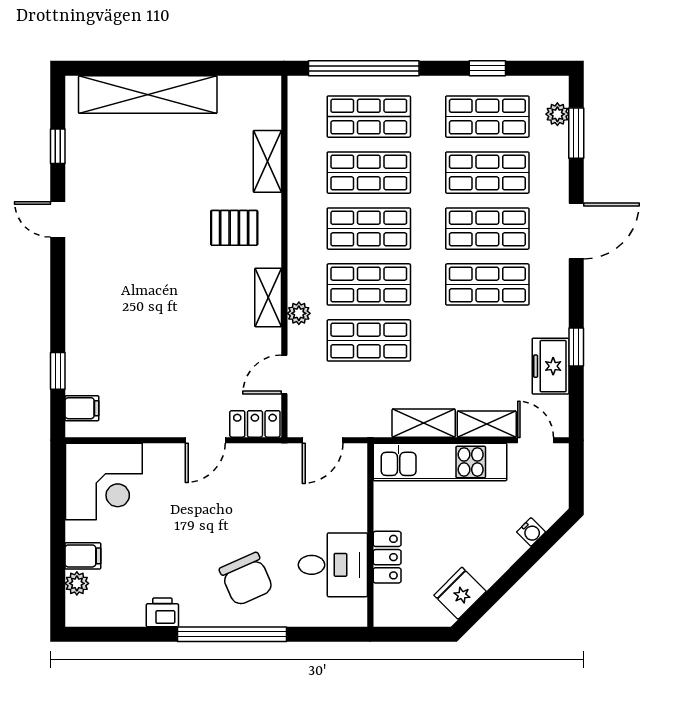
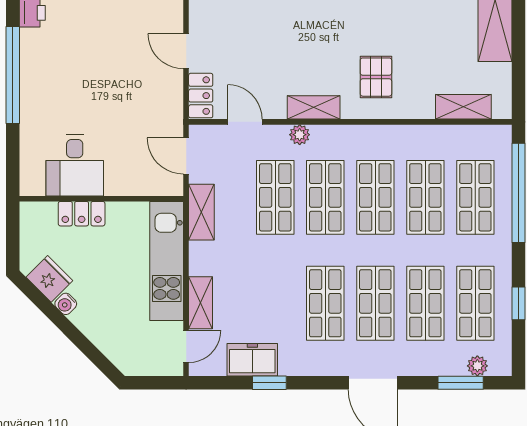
shelving: (267, 161) -> (463, 107), moved
shelving: (424, 423) -> (201, 212), moved
water cooler: (531, 532) -> (66, 304), moved
chair: (246, 579) -> (62, 88), removed

